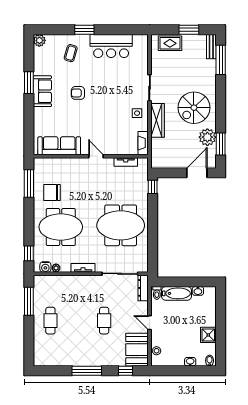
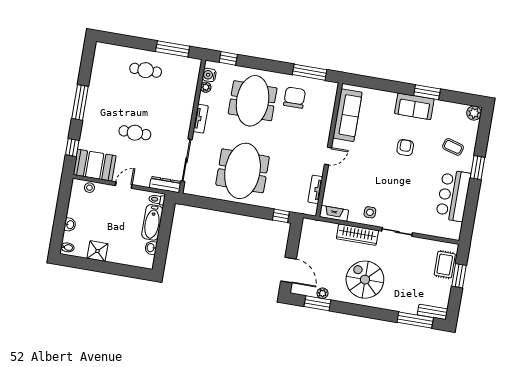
window: (189, 30) -> (459, 276), moved
plant: (207, 137) -> (322, 293), width x0.53, depth x0.53

